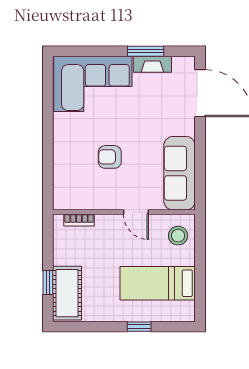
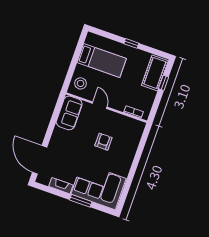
window: (146, 51) -> (81, 201), moved
armchair: (110, 157) -> (103, 142), turned -90
sofa: (179, 173) -> (69, 113), width x0.73
window: (139, 327) -> (131, 43), moved

